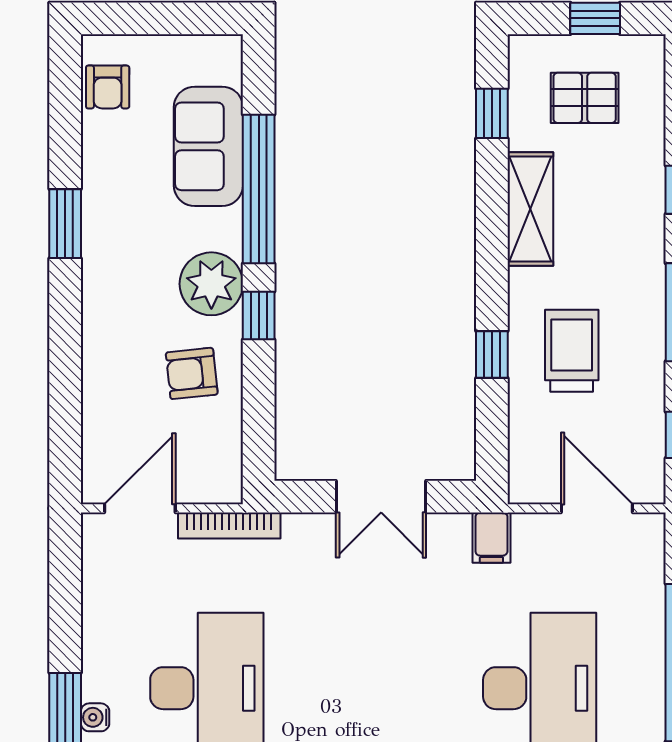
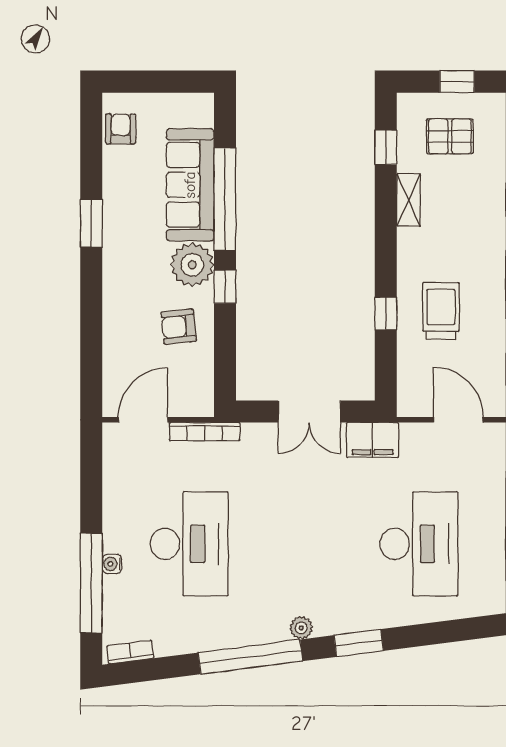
armchair: (108, 87) -> (121, 129), turned 180
sofa: (208, 146) -> (190, 185), width x1.36
shelving: (530, 209) -> (409, 200), width x0.67, depth x0.75
filing cabinet: (491, 538) -> (372, 440), width x2.00

